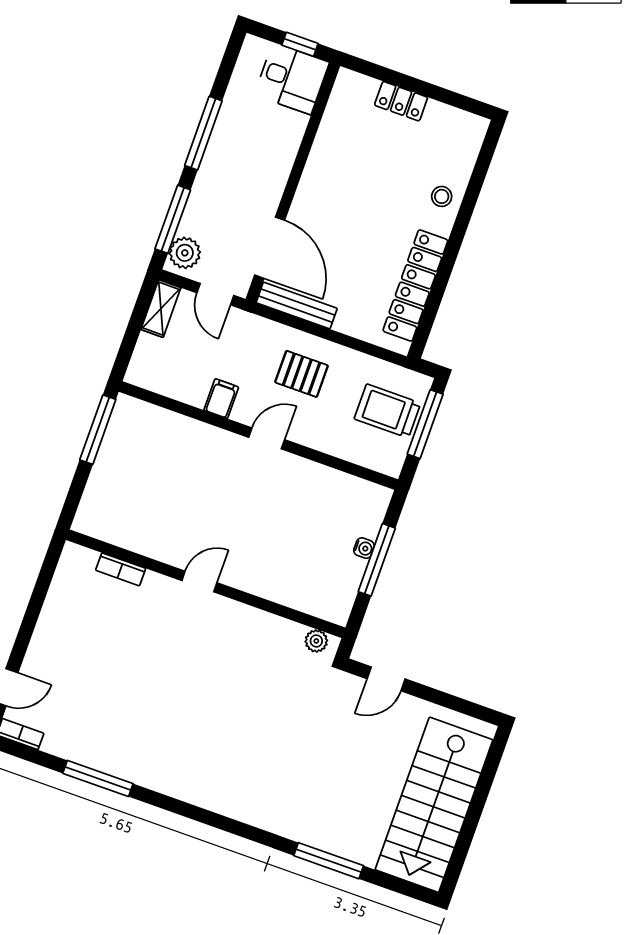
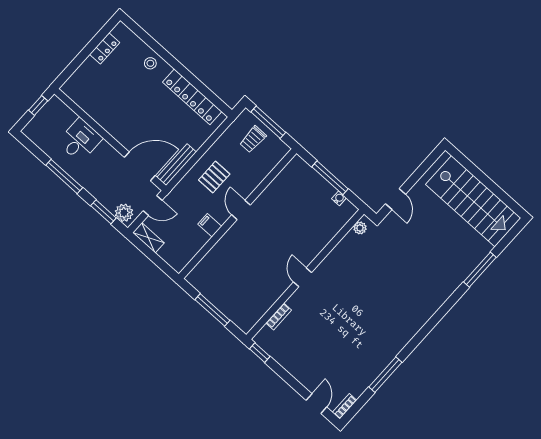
desk: (292, 79) -> (80, 140), moved
locker: (401, 101) -> (105, 48), moved
window: (173, 219) -> (103, 212), width x0.69
trolley: (388, 411) -> (253, 139), width x0.73, depth x0.72
window: (98, 430) -> (212, 310), moved
water cooler: (364, 548) -> (339, 198), moved
window: (50, 563) -> (260, 353), added

